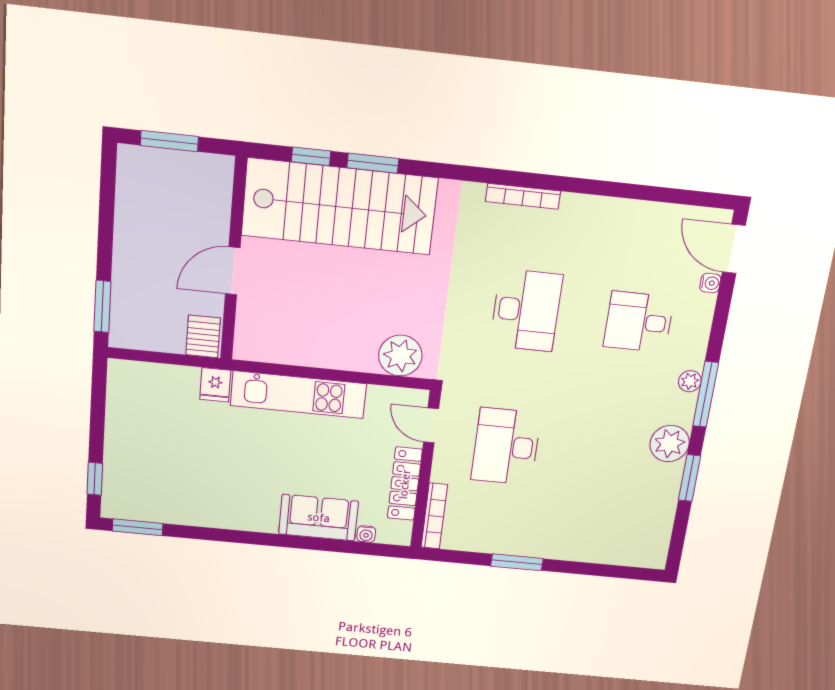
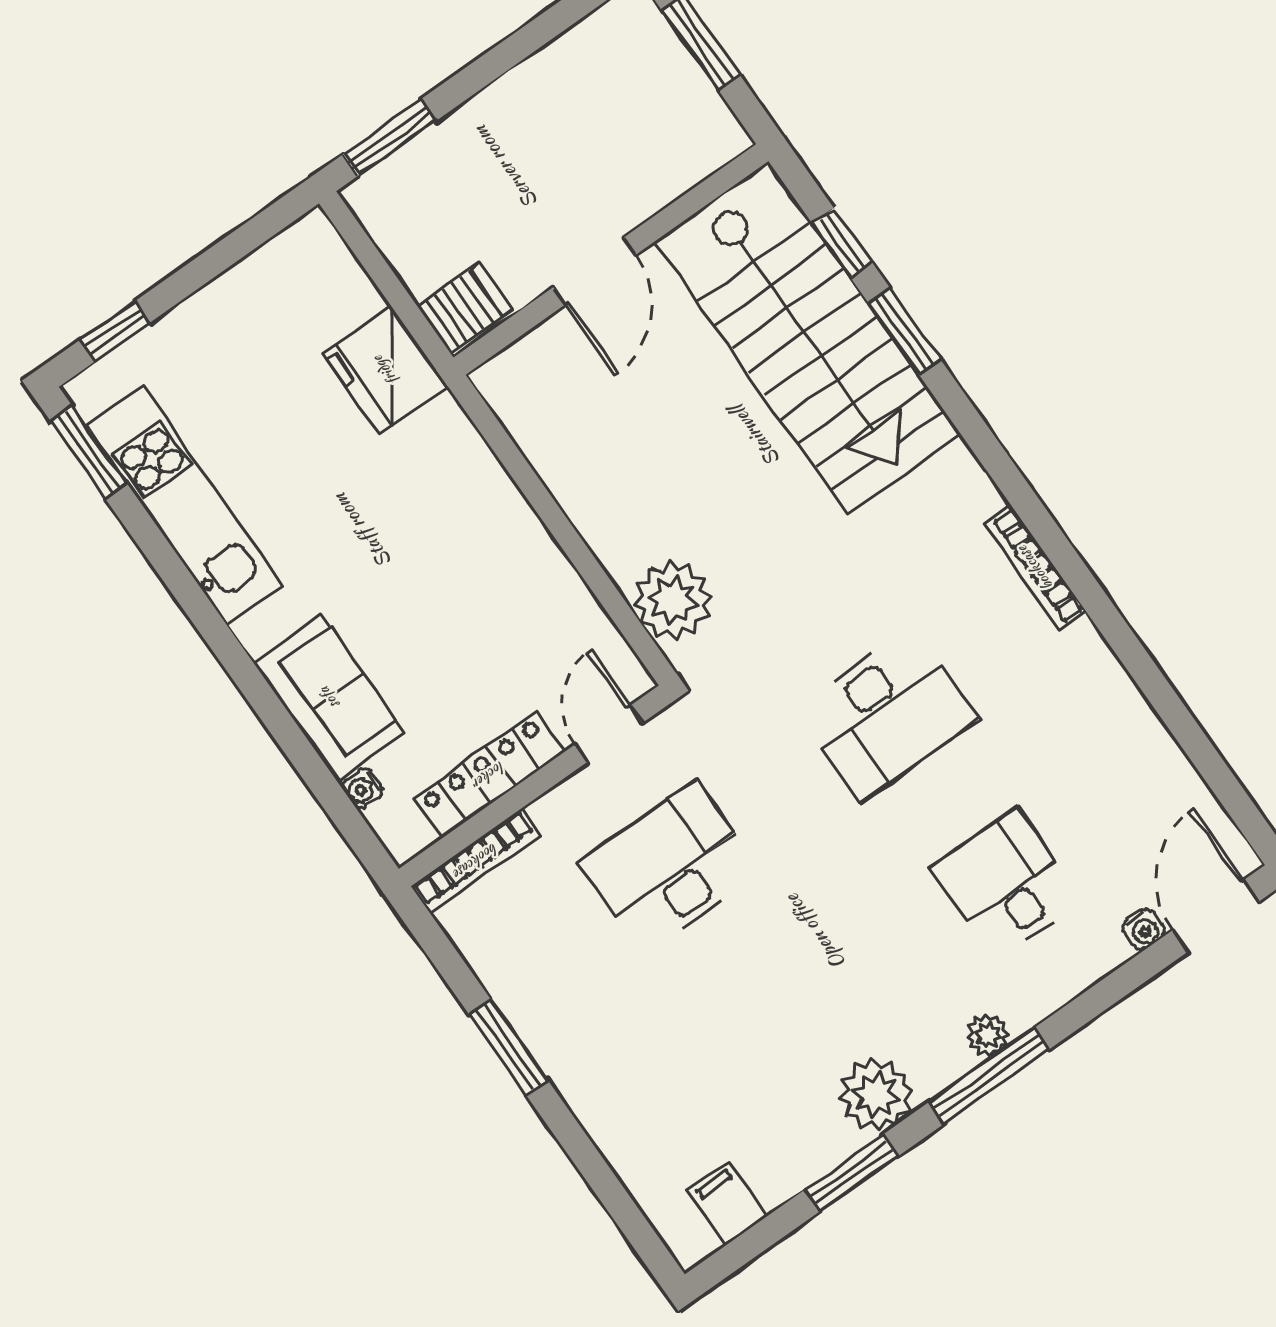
door: (233, 271) -> (595, 271), swing flipped
fridge: (215, 385) -> (385, 370), width x1.88, depth x1.34
kitchen unit: (298, 395) -> (184, 505), moved, turned 180
filing cabinet: (655, 533) -> (728, 1203), added

